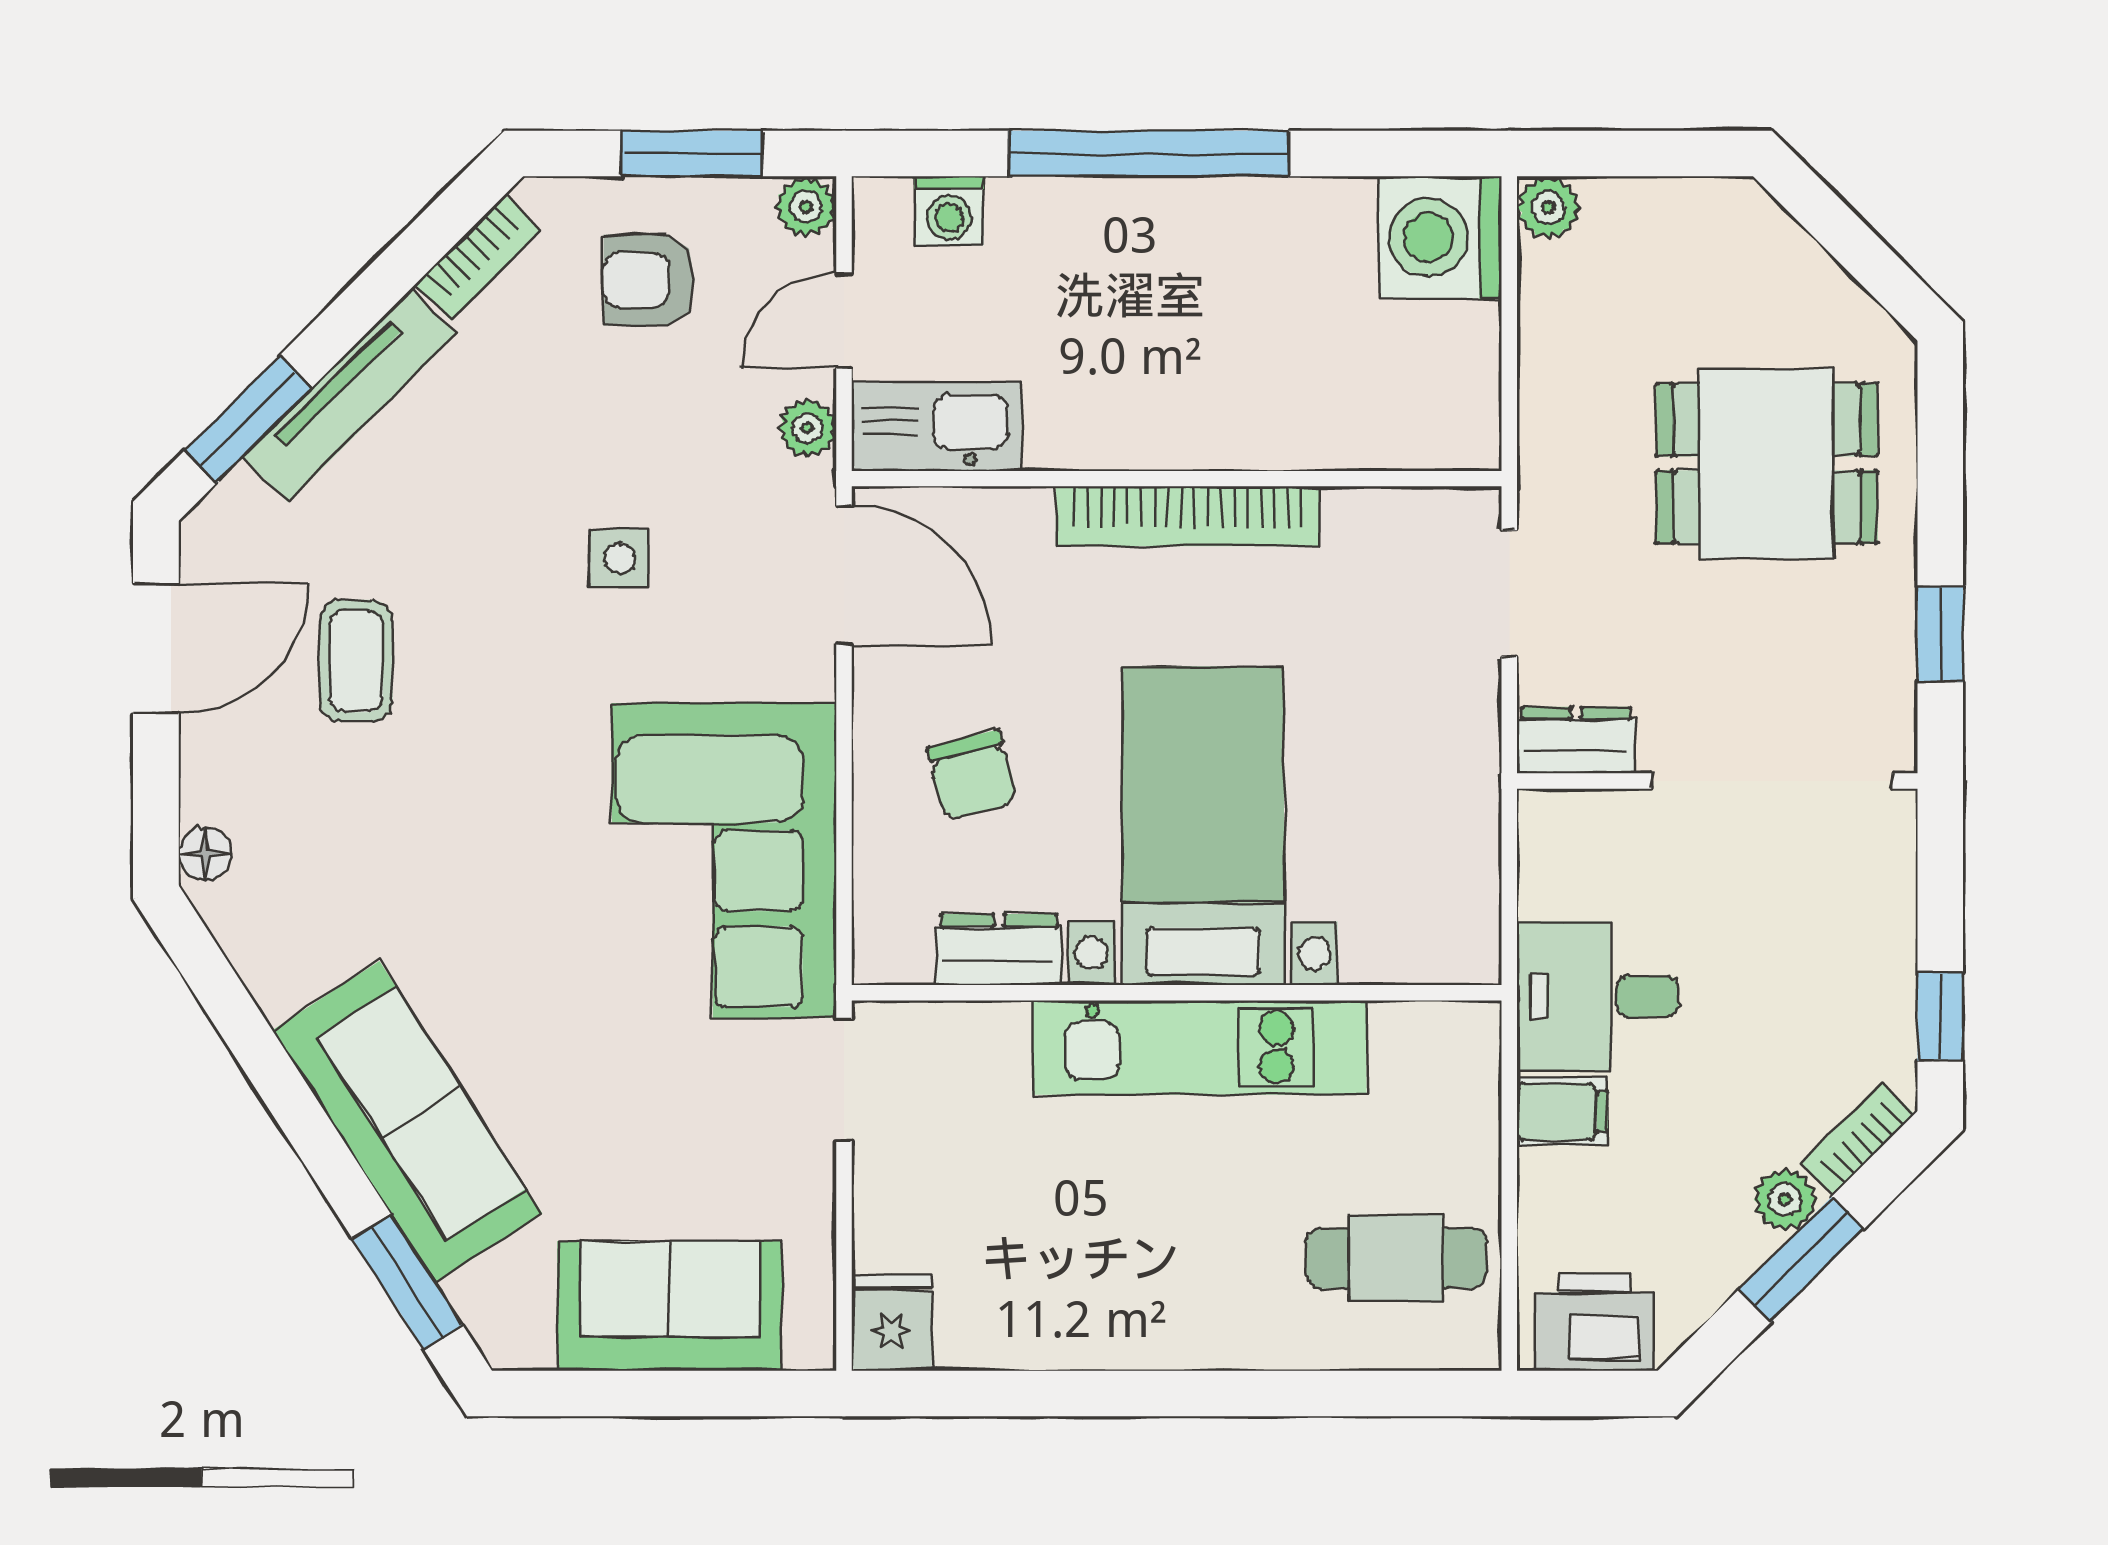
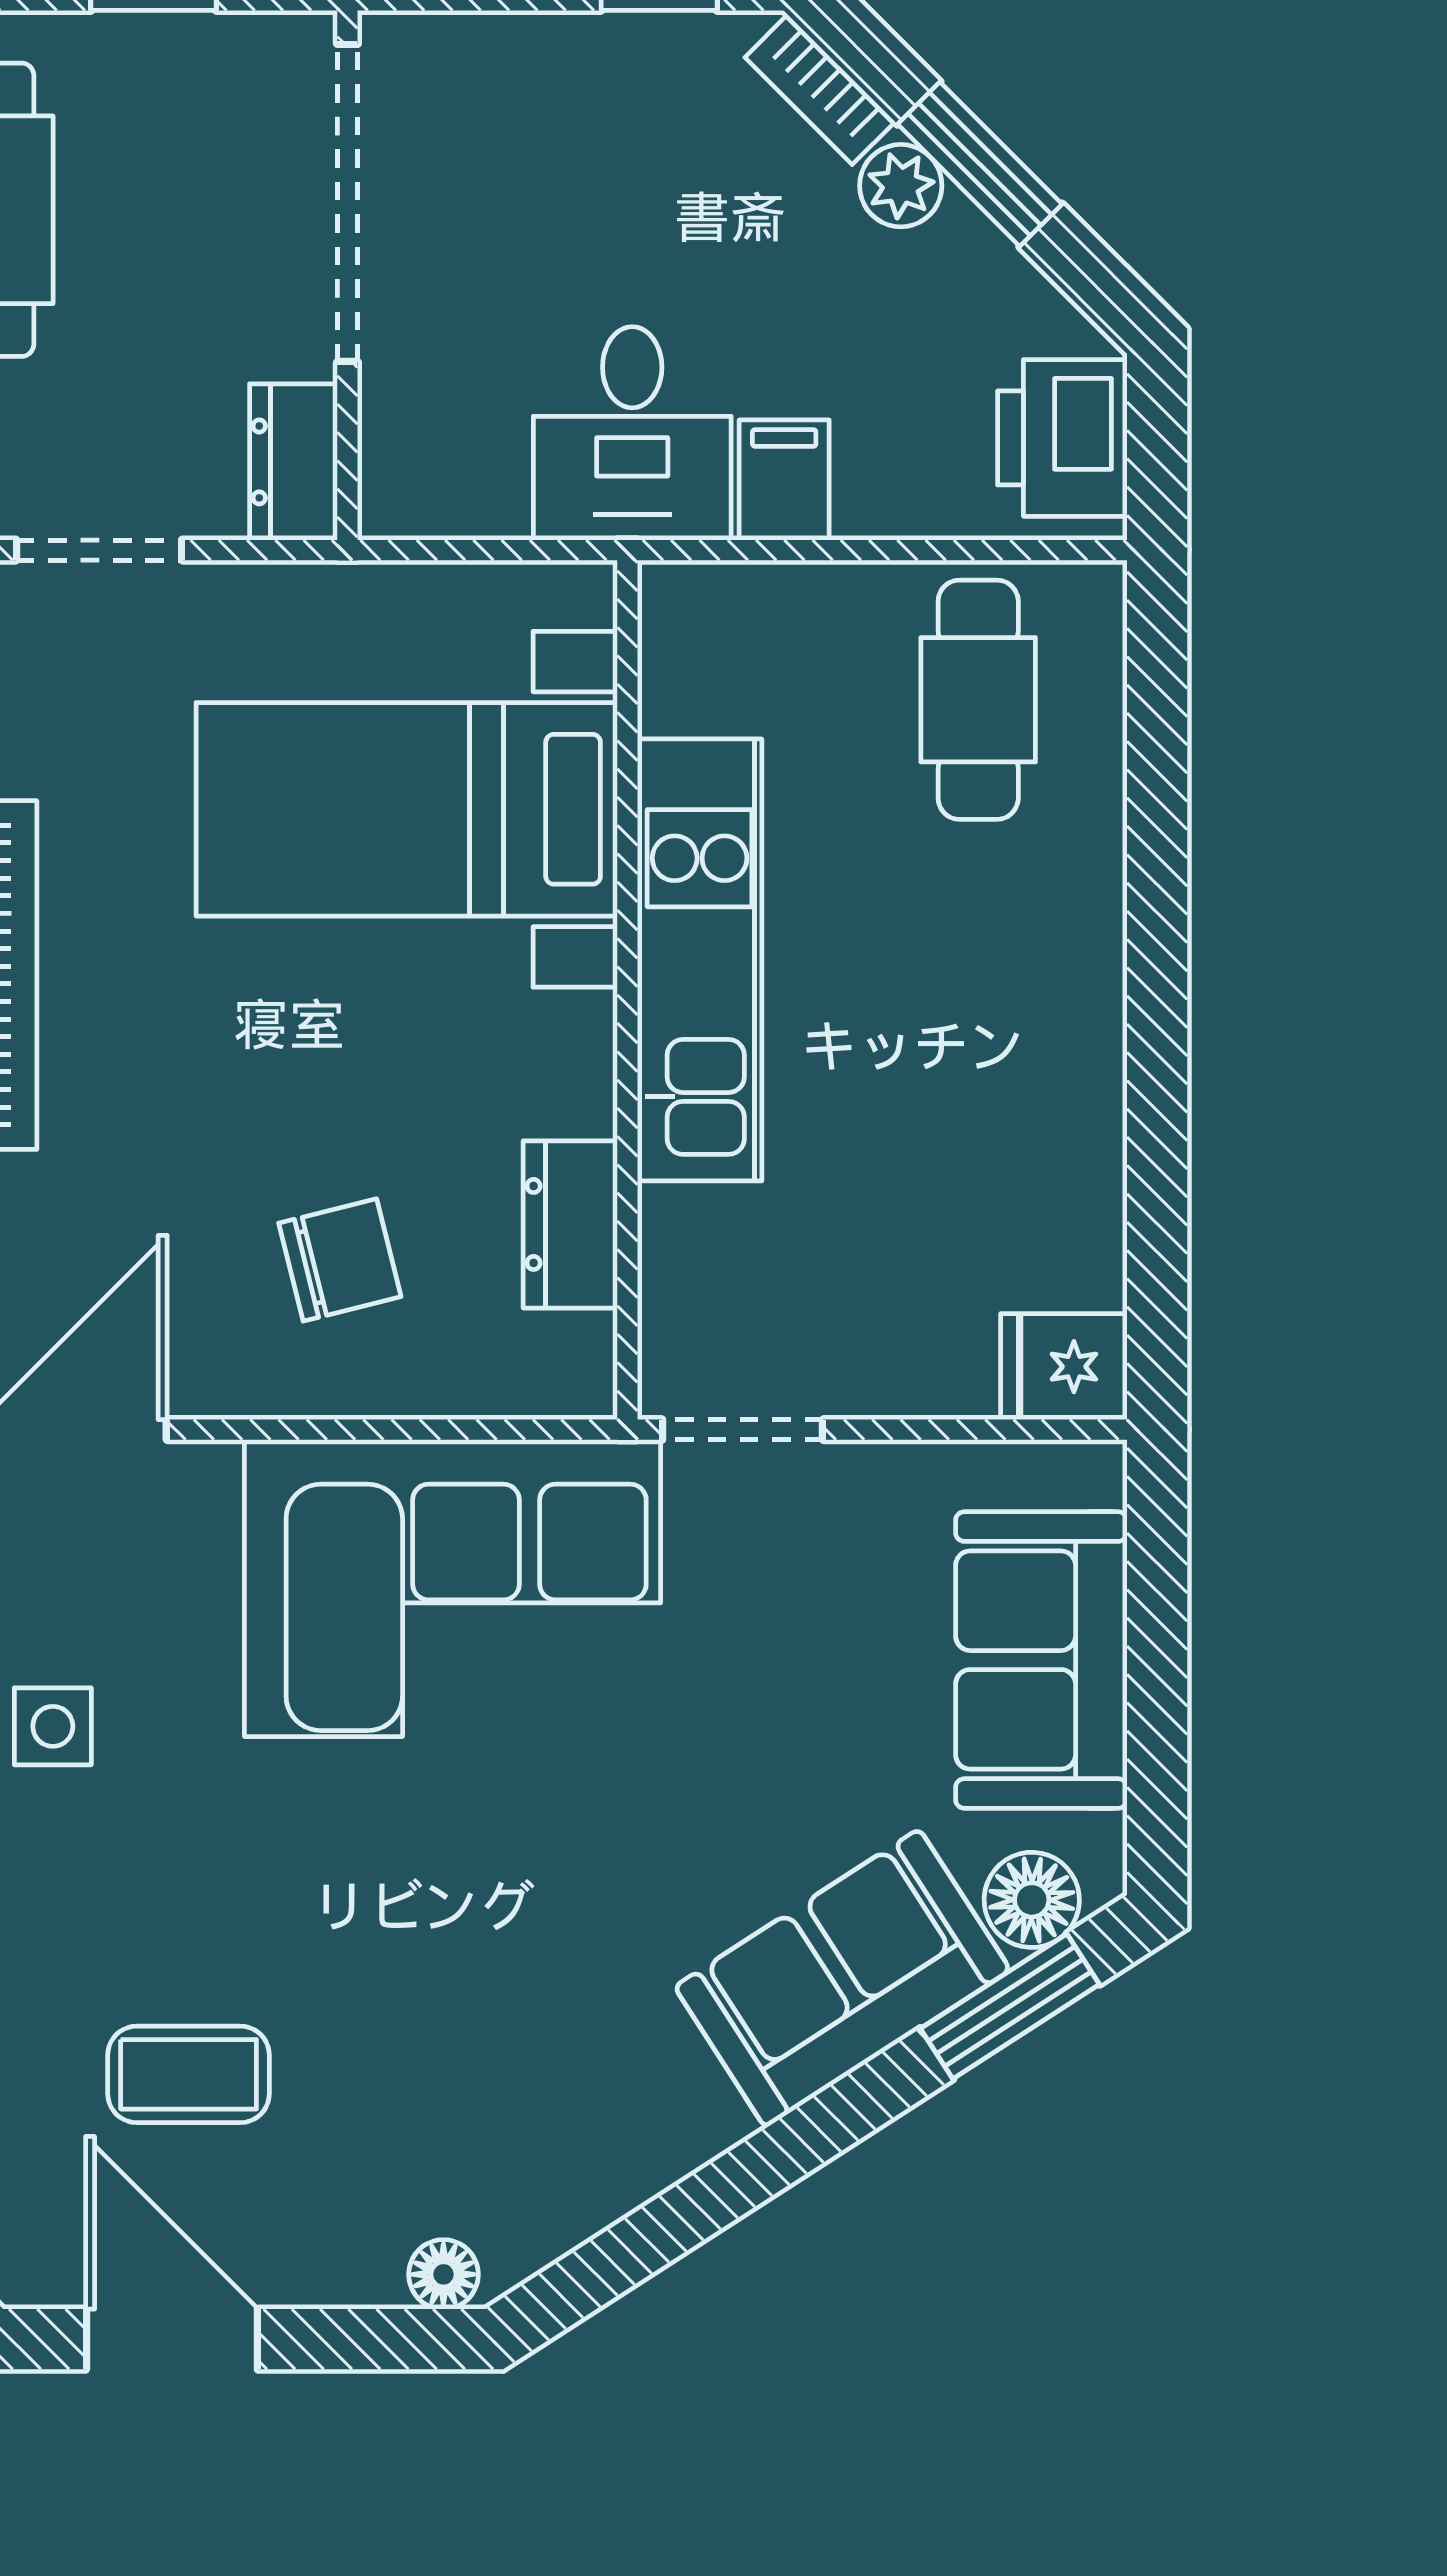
bed with nightstands: (1203, 826) -> (407, 809), moved
sofa: (407, 1122) -> (842, 1978), width x0.73
floor lamp: (488, 1299) -> (1032, 1900), added

